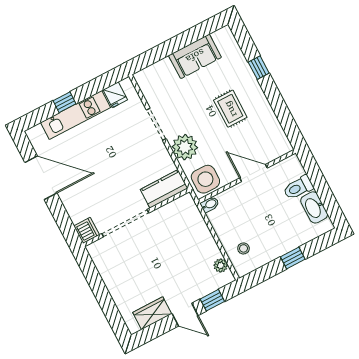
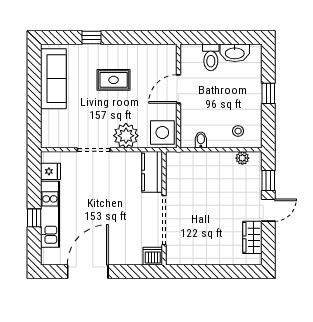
sofa: (195, 56) -> (53, 79), width x1.36
bidet: (210, 204) -> (201, 140), moved

